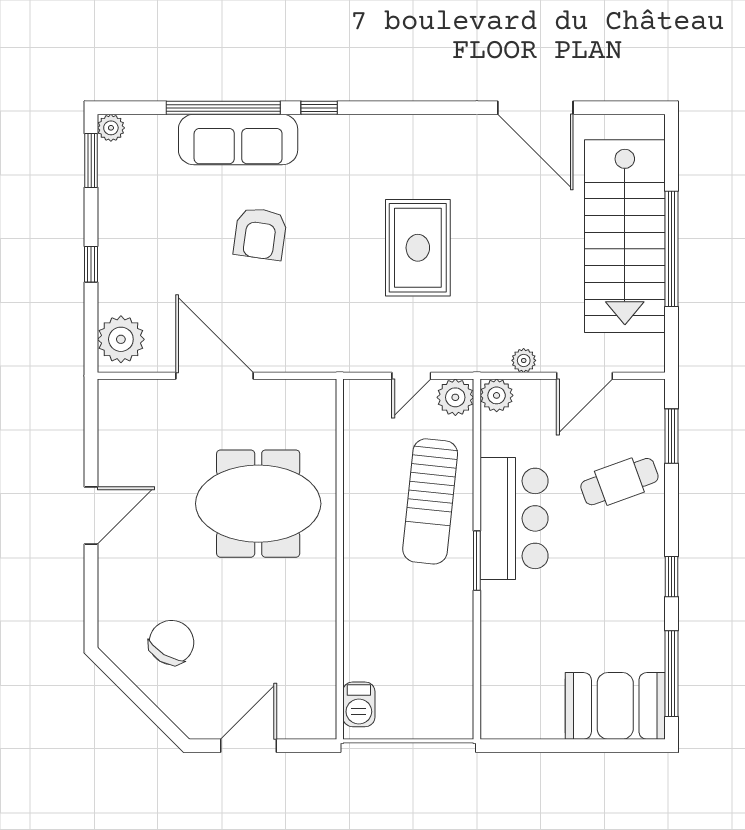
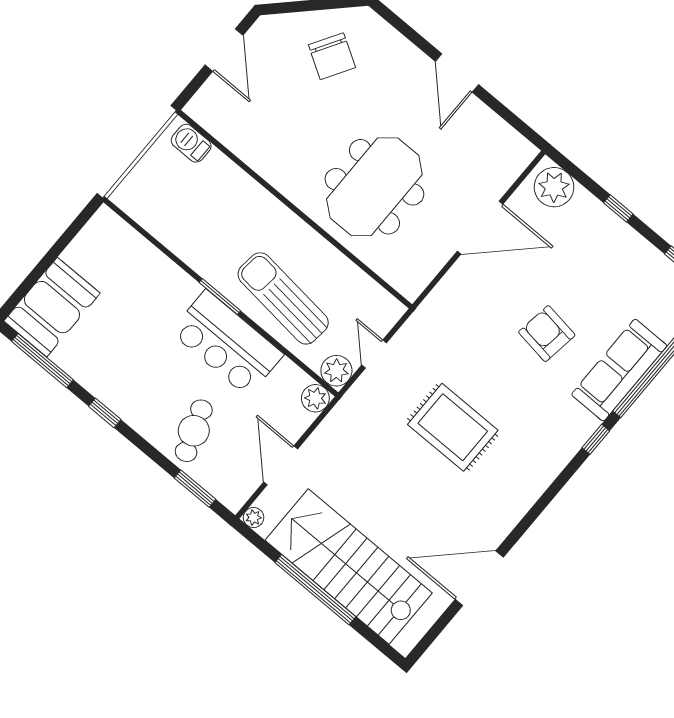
plant: (524, 360) -> (254, 518), moved

